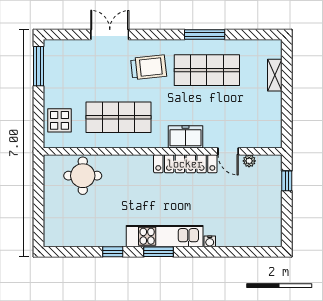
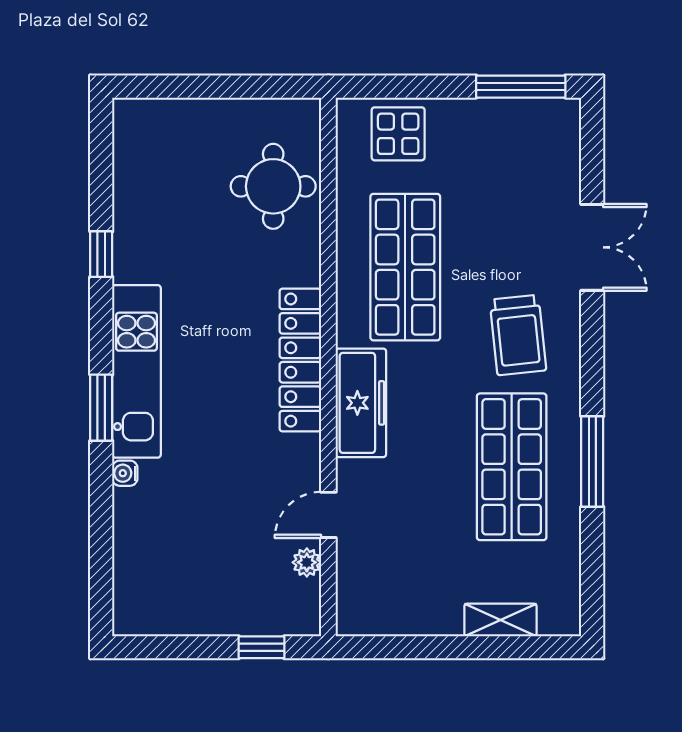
freezer: (185, 137) -> (361, 403), width x1.40
locker: (185, 164) -> (300, 360), moved
window: (159, 252) -> (101, 408), moved

